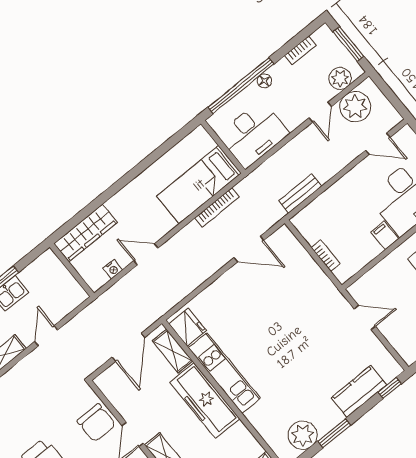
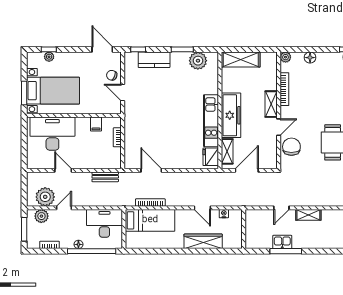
door: (378, 144) -> (63, 170), moved
wardrobe: (86, 233) -> (203, 241), moved
filing cabinet: (385, 235) -> (96, 124), moved
chair: (396, 328) -> (112, 75), added

